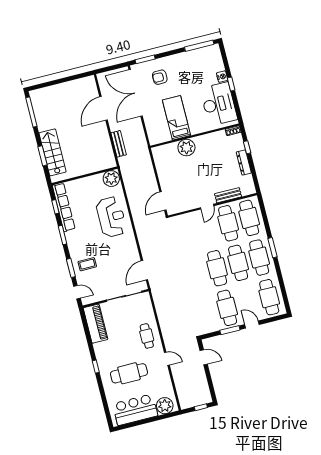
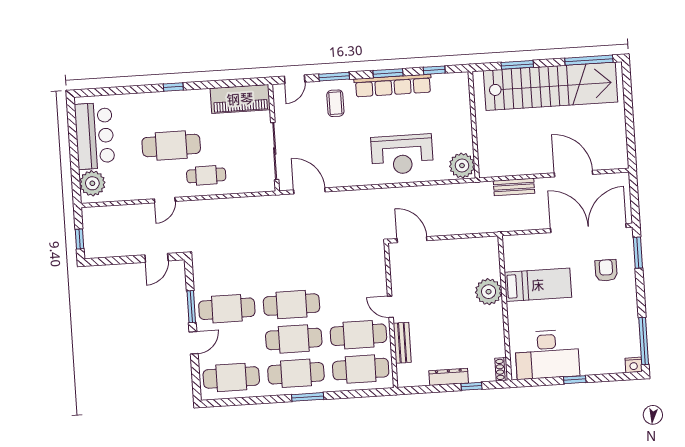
nightstand: (222, 77) -> (634, 365), moved
stairs: (53, 152) -> (551, 86), width x1.86, depth x1.51
row of seats: (64, 207) -> (393, 85), moved
cafe table: (129, 373) -> (171, 145), moved, turned 90

